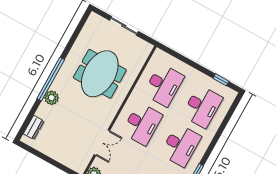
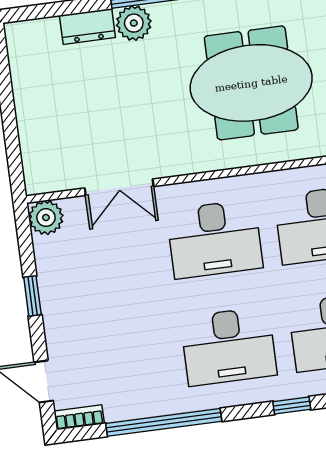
dresser: (34, 127) -> (87, 26), moved
window: (216, 139) -> (292, 406), added

